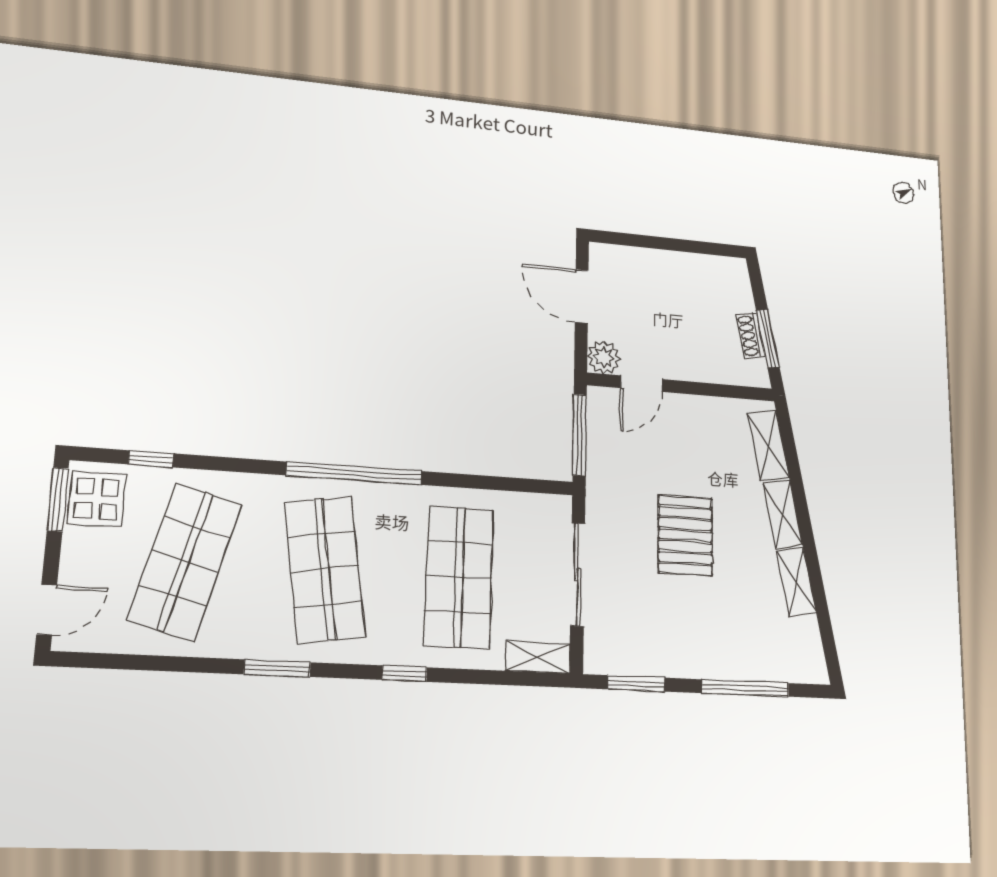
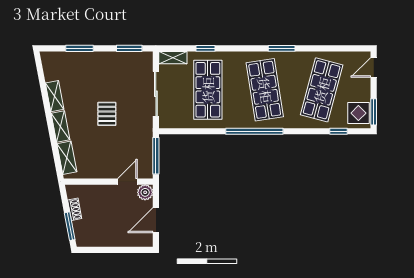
door: (582, 296) -> (156, 220), swing flipped
window: (768, 339) -> (70, 226), moved
pallet: (685, 535) -> (107, 114), width x0.67, depth x0.71
window: (404, 674) -> (205, 48), moved
window: (745, 688) -> (80, 48), width x0.69

